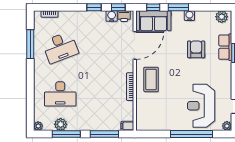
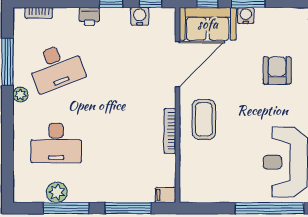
printer: (124, 16) -> (89, 16), moved
water cooler: (189, 16) -> (246, 16), moved
plant: (38, 126) -> (20, 95), moved

